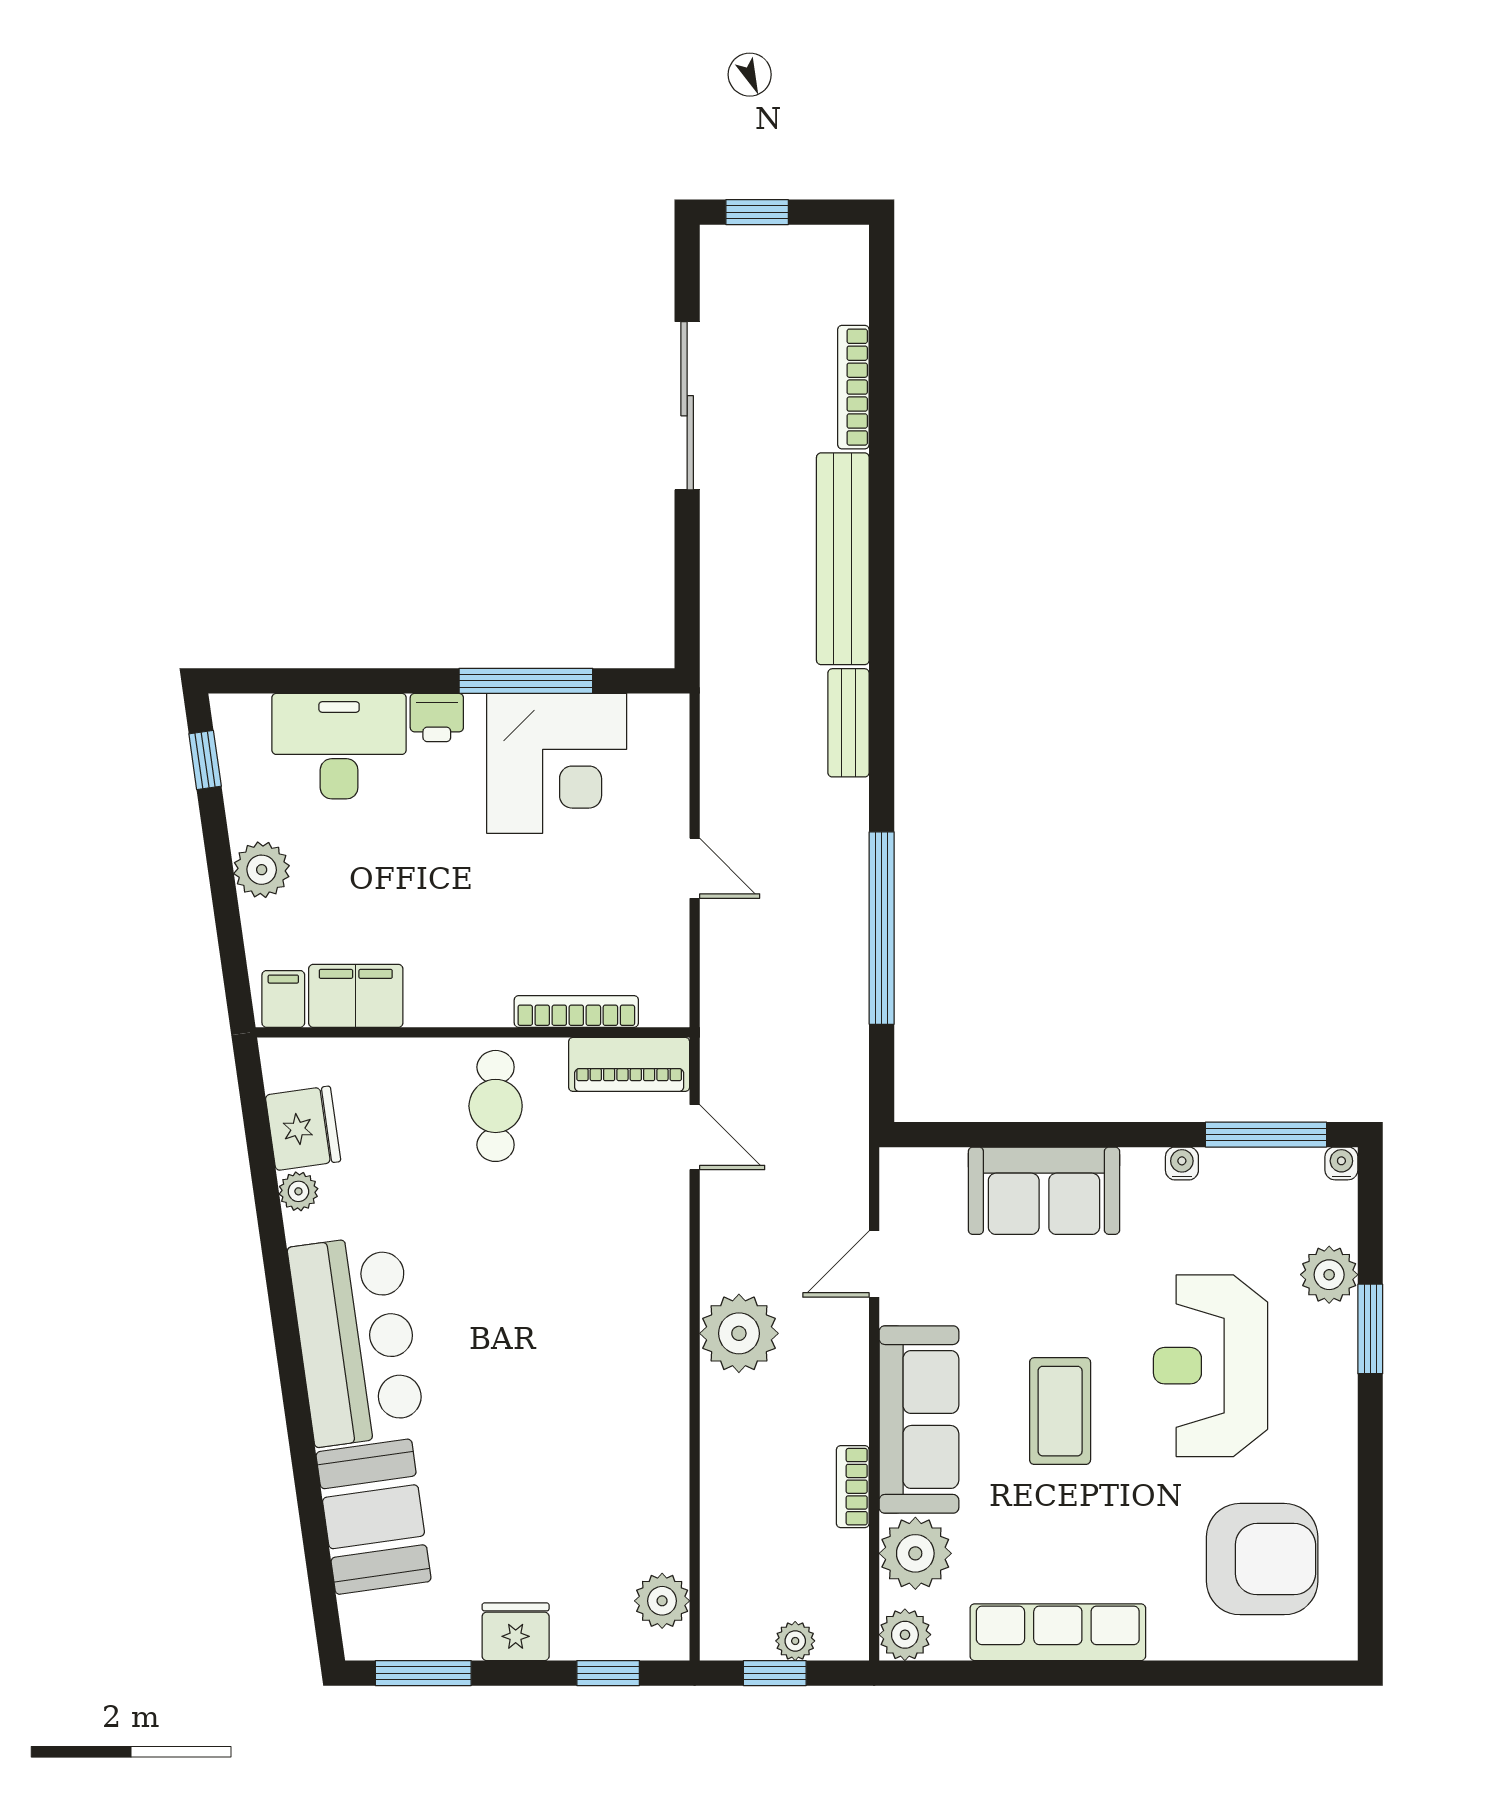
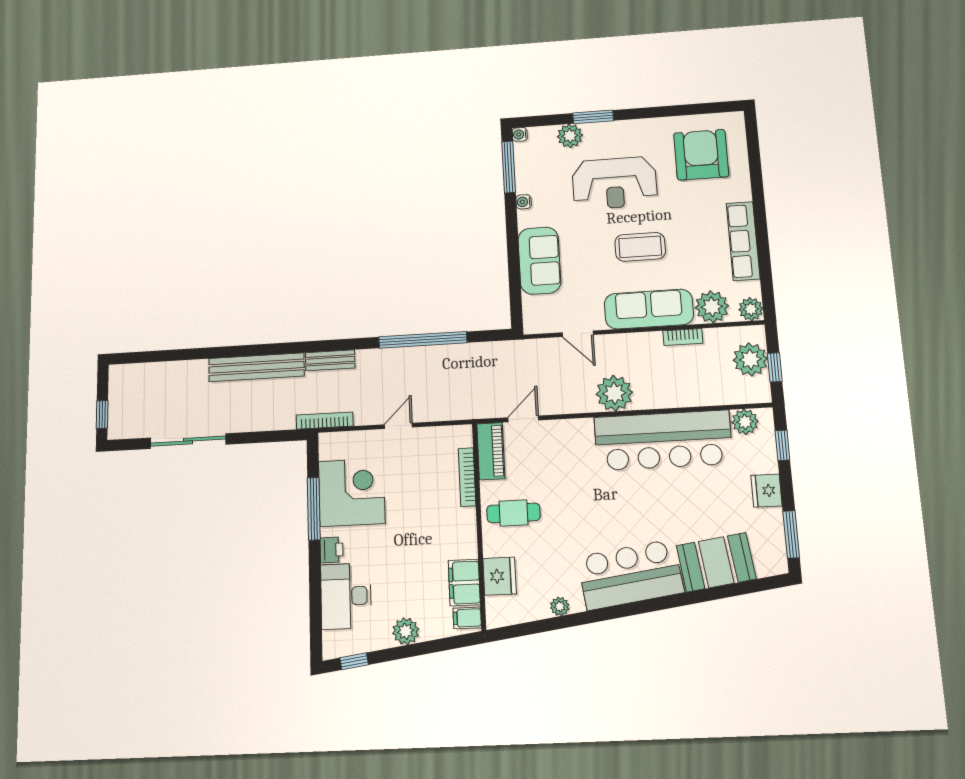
bookcase: (853, 387) -> (325, 421), moved, turned 180
fridge: (303, 1128) -> (500, 576), moved, turned 98
bar counter: (632, 1428) -> (663, 440), added
plant: (795, 1641) -> (750, 359), width x1.88, depth x1.88

